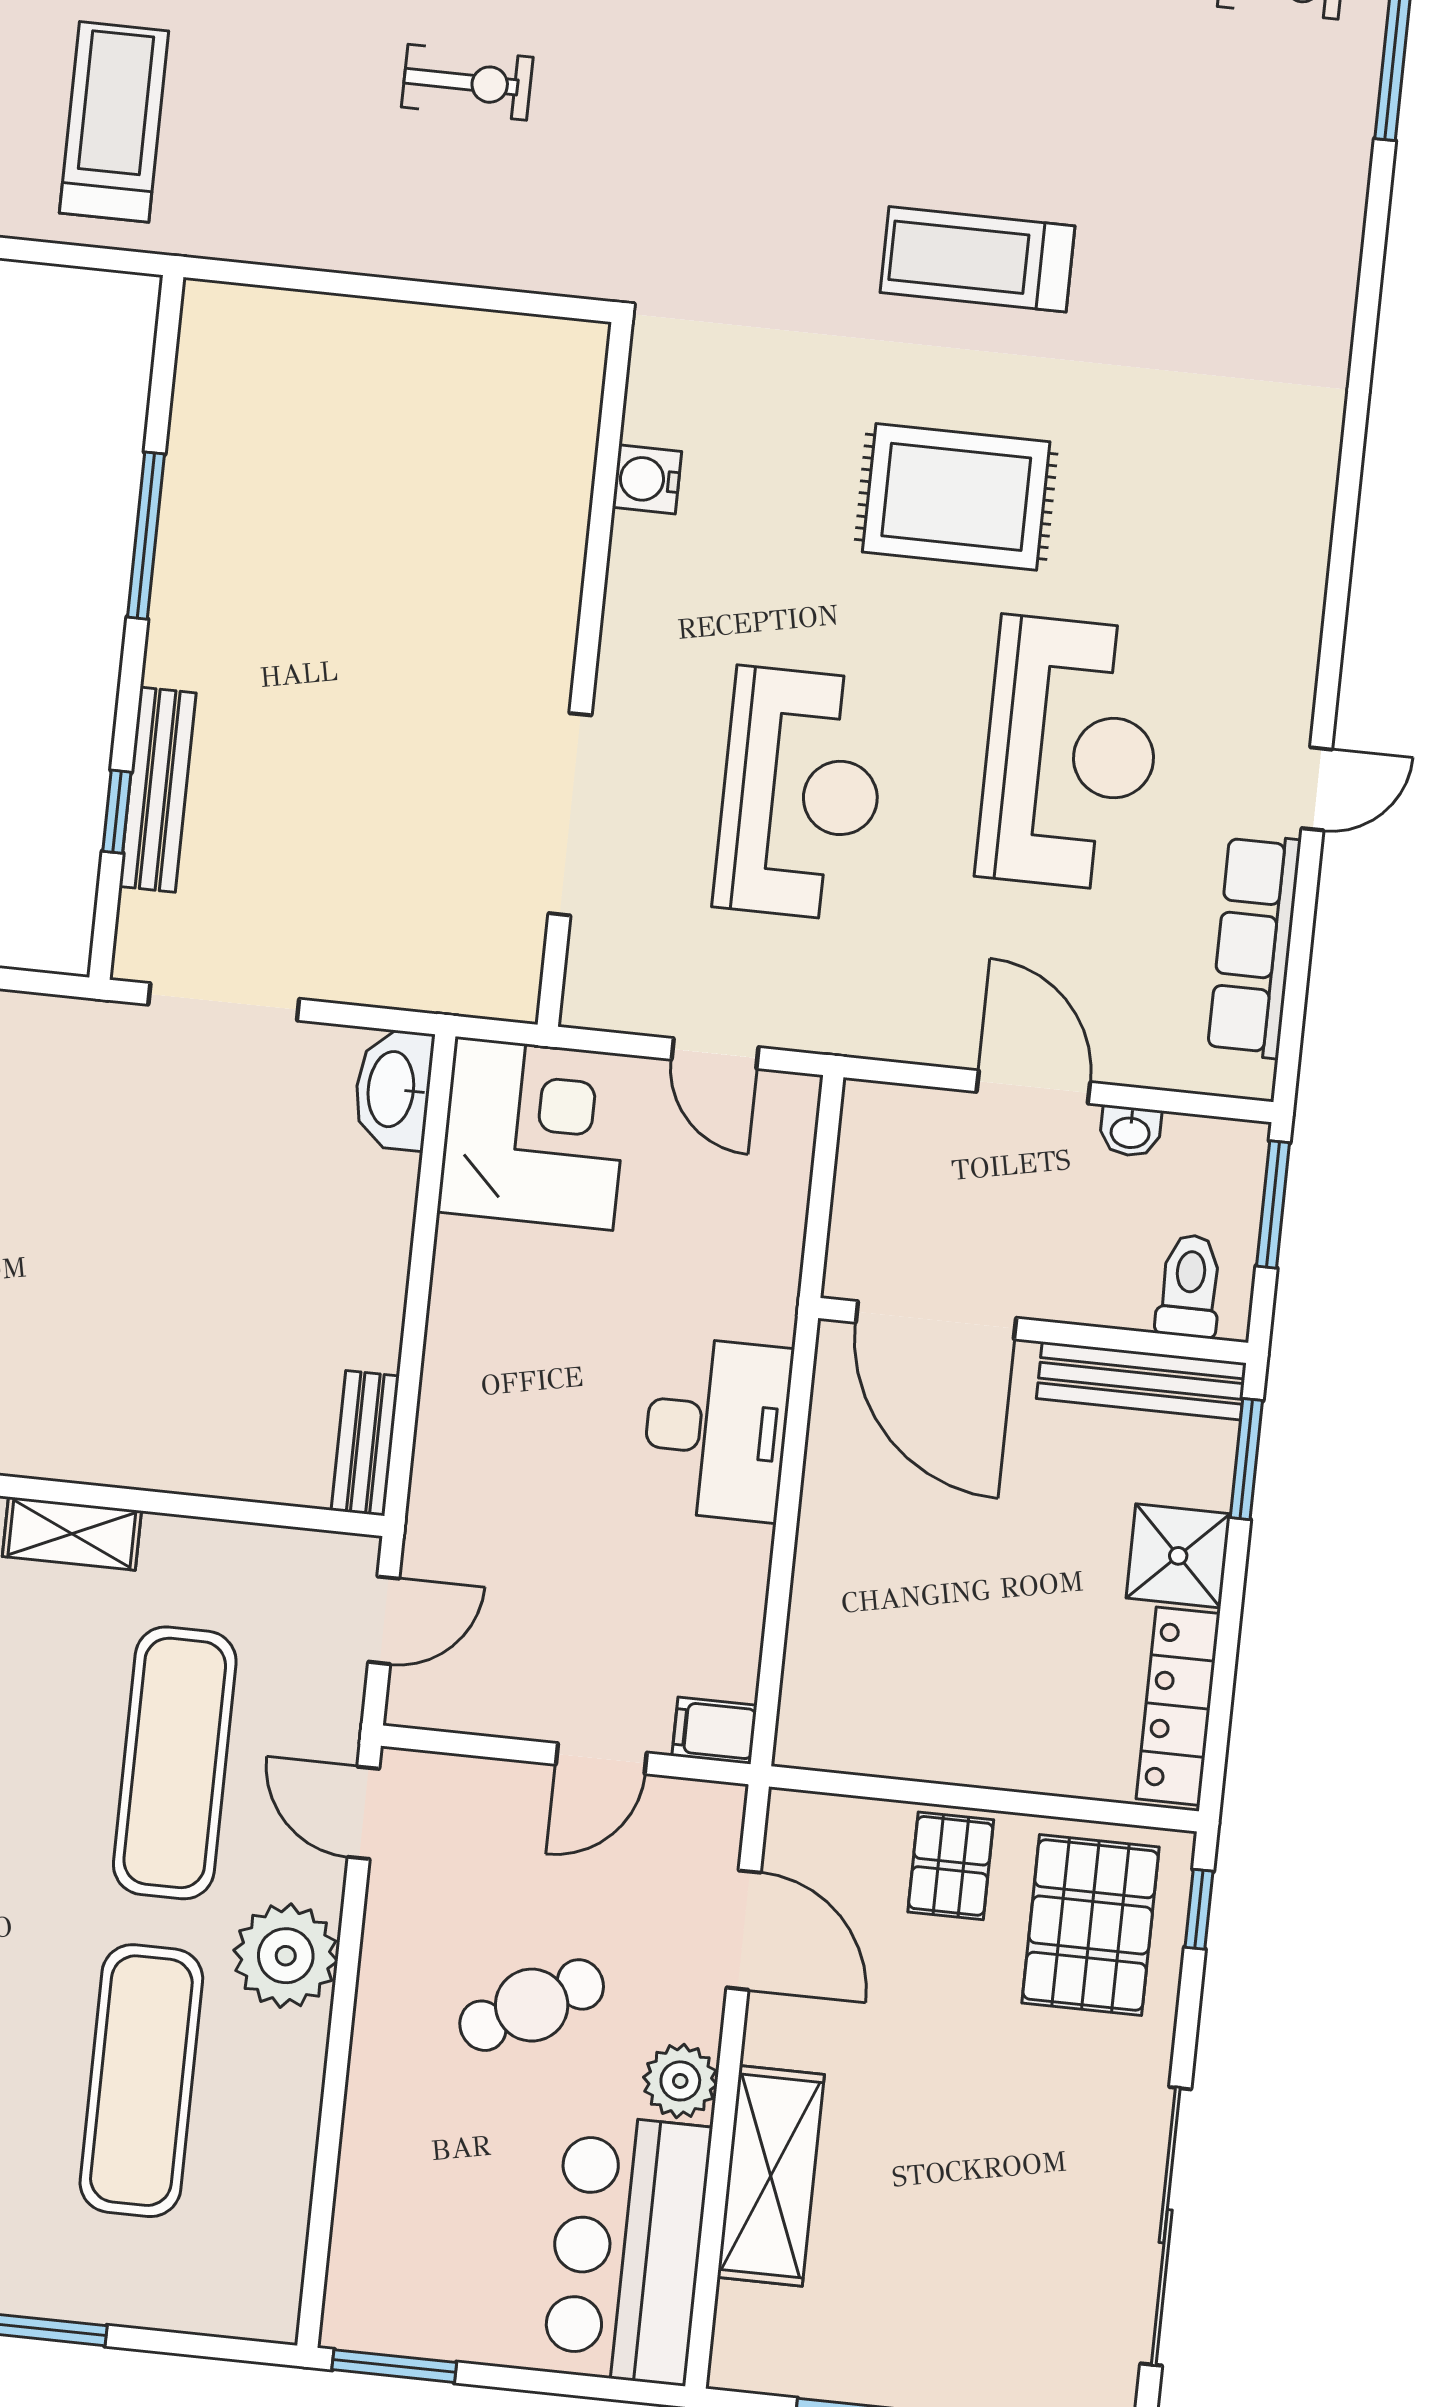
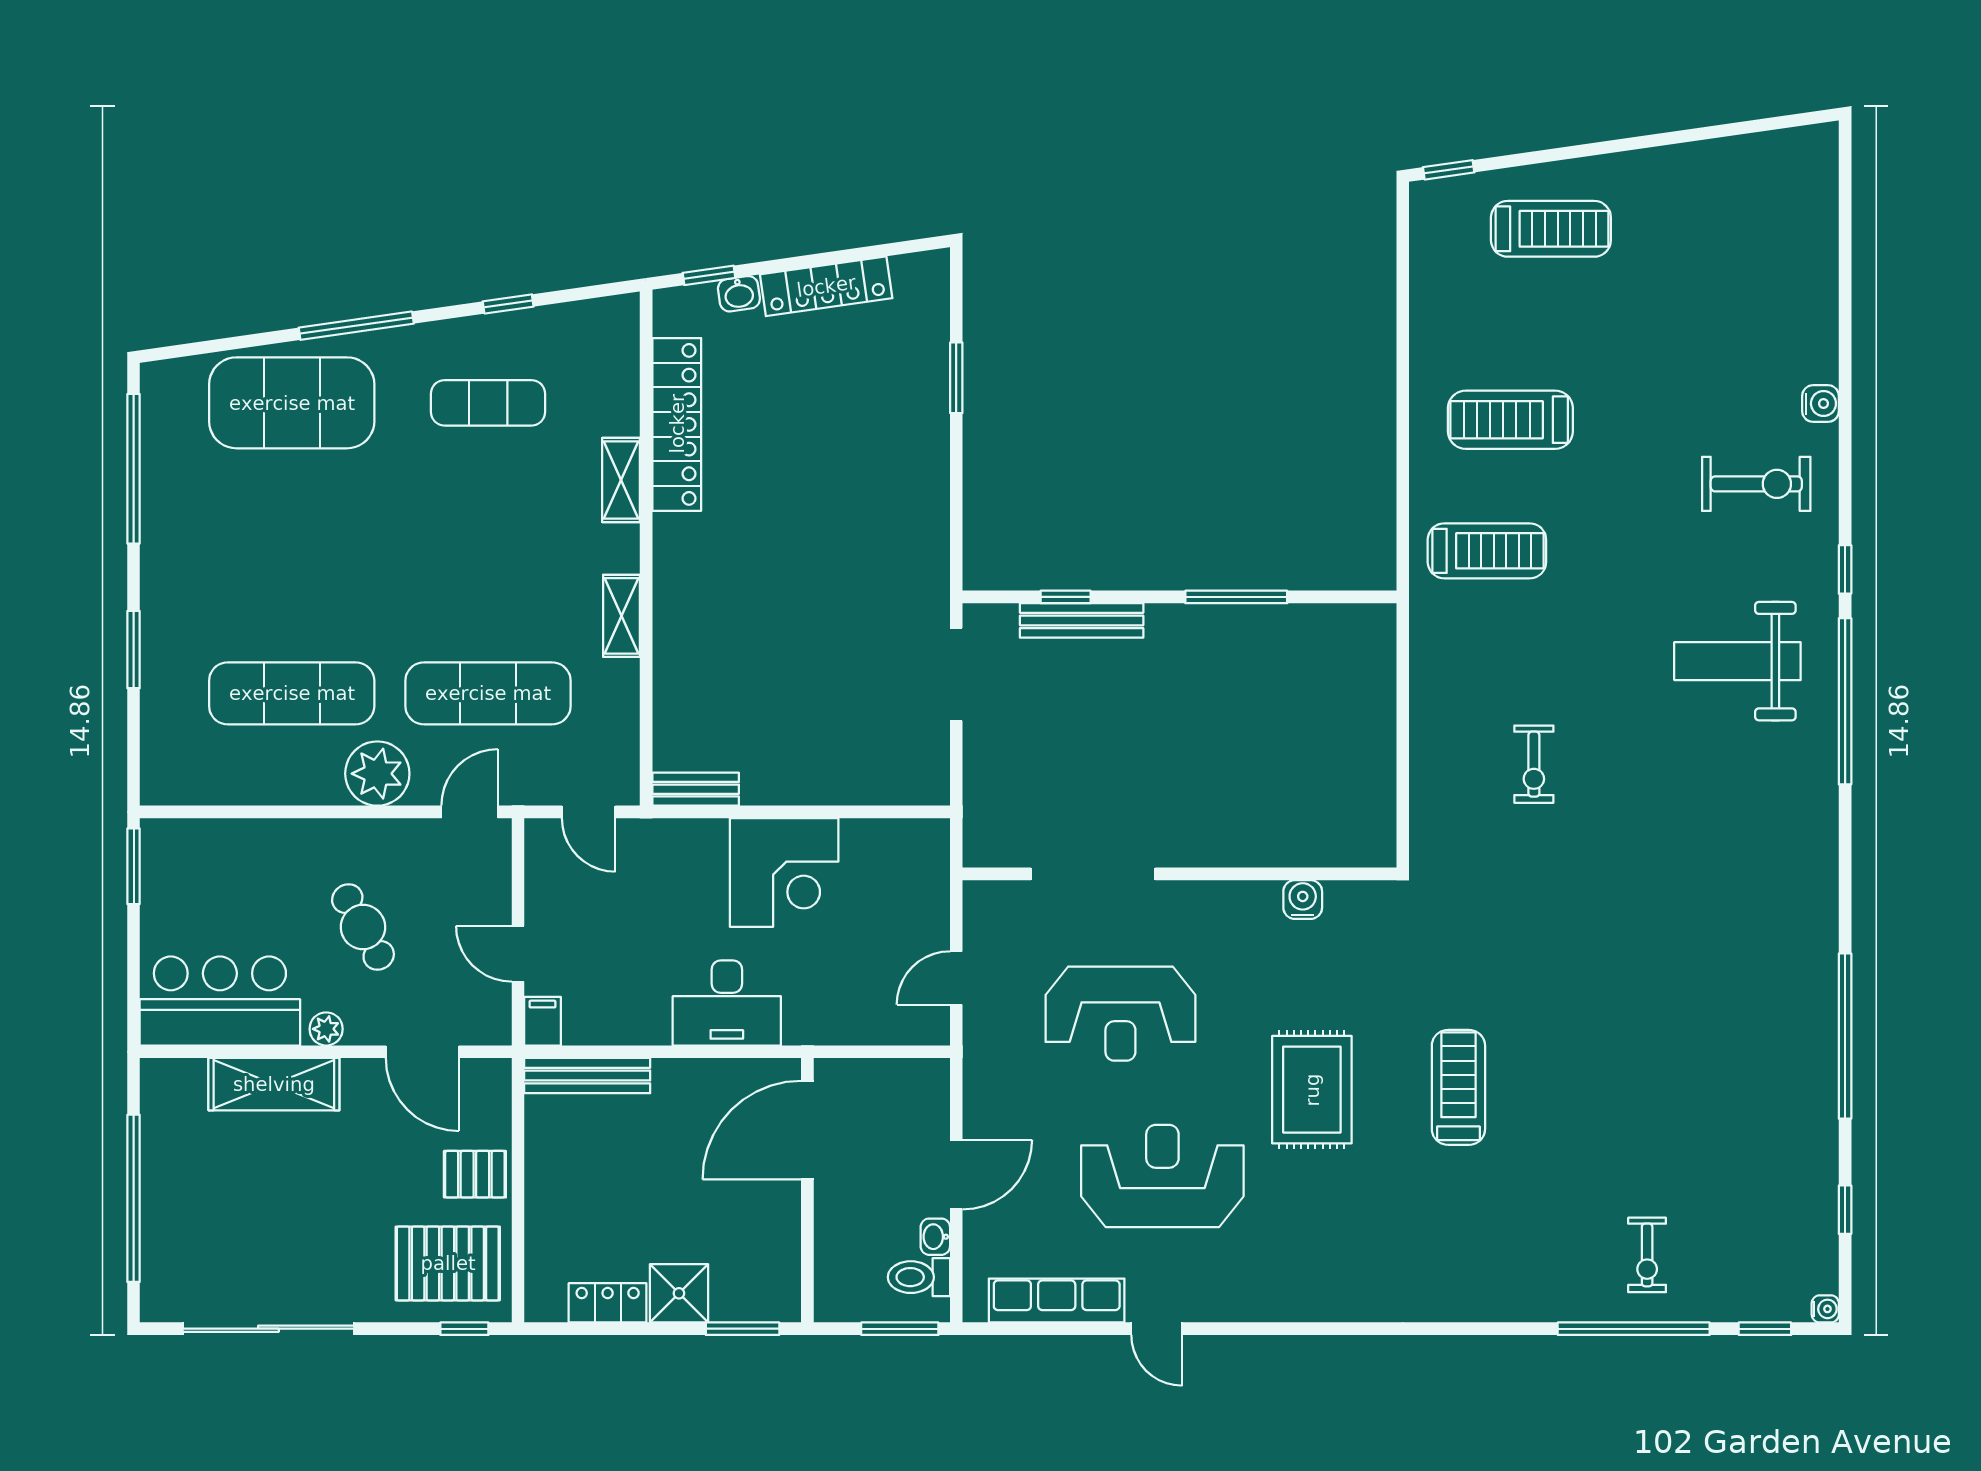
reception desk: (1071, 754) -> (1162, 1176), turned 180
washbasin: (393, 1089) -> (914, 783), removed
corner desk: (534, 1134) -> (784, 872), moved
toilet: (1190, 1286) -> (919, 1277), moved, turned 180
bench: (1141, 1381) -> (587, 1076), moved, turned 90
locker: (1178, 1706) -> (608, 1303), width x0.66
door: (744, 1930) -> (422, 1052), hinge flipped
plant: (680, 2081) -> (326, 1029), width x0.73, depth x0.73

